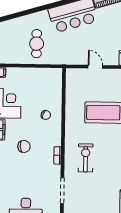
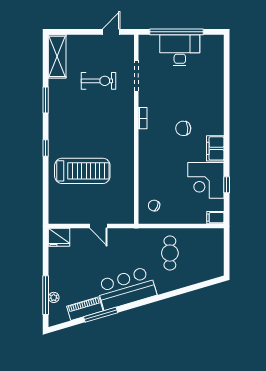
chair: (46, 115) -> (154, 206), moved
exercise bike: (86, 158) -> (99, 81), moved, turned -90

